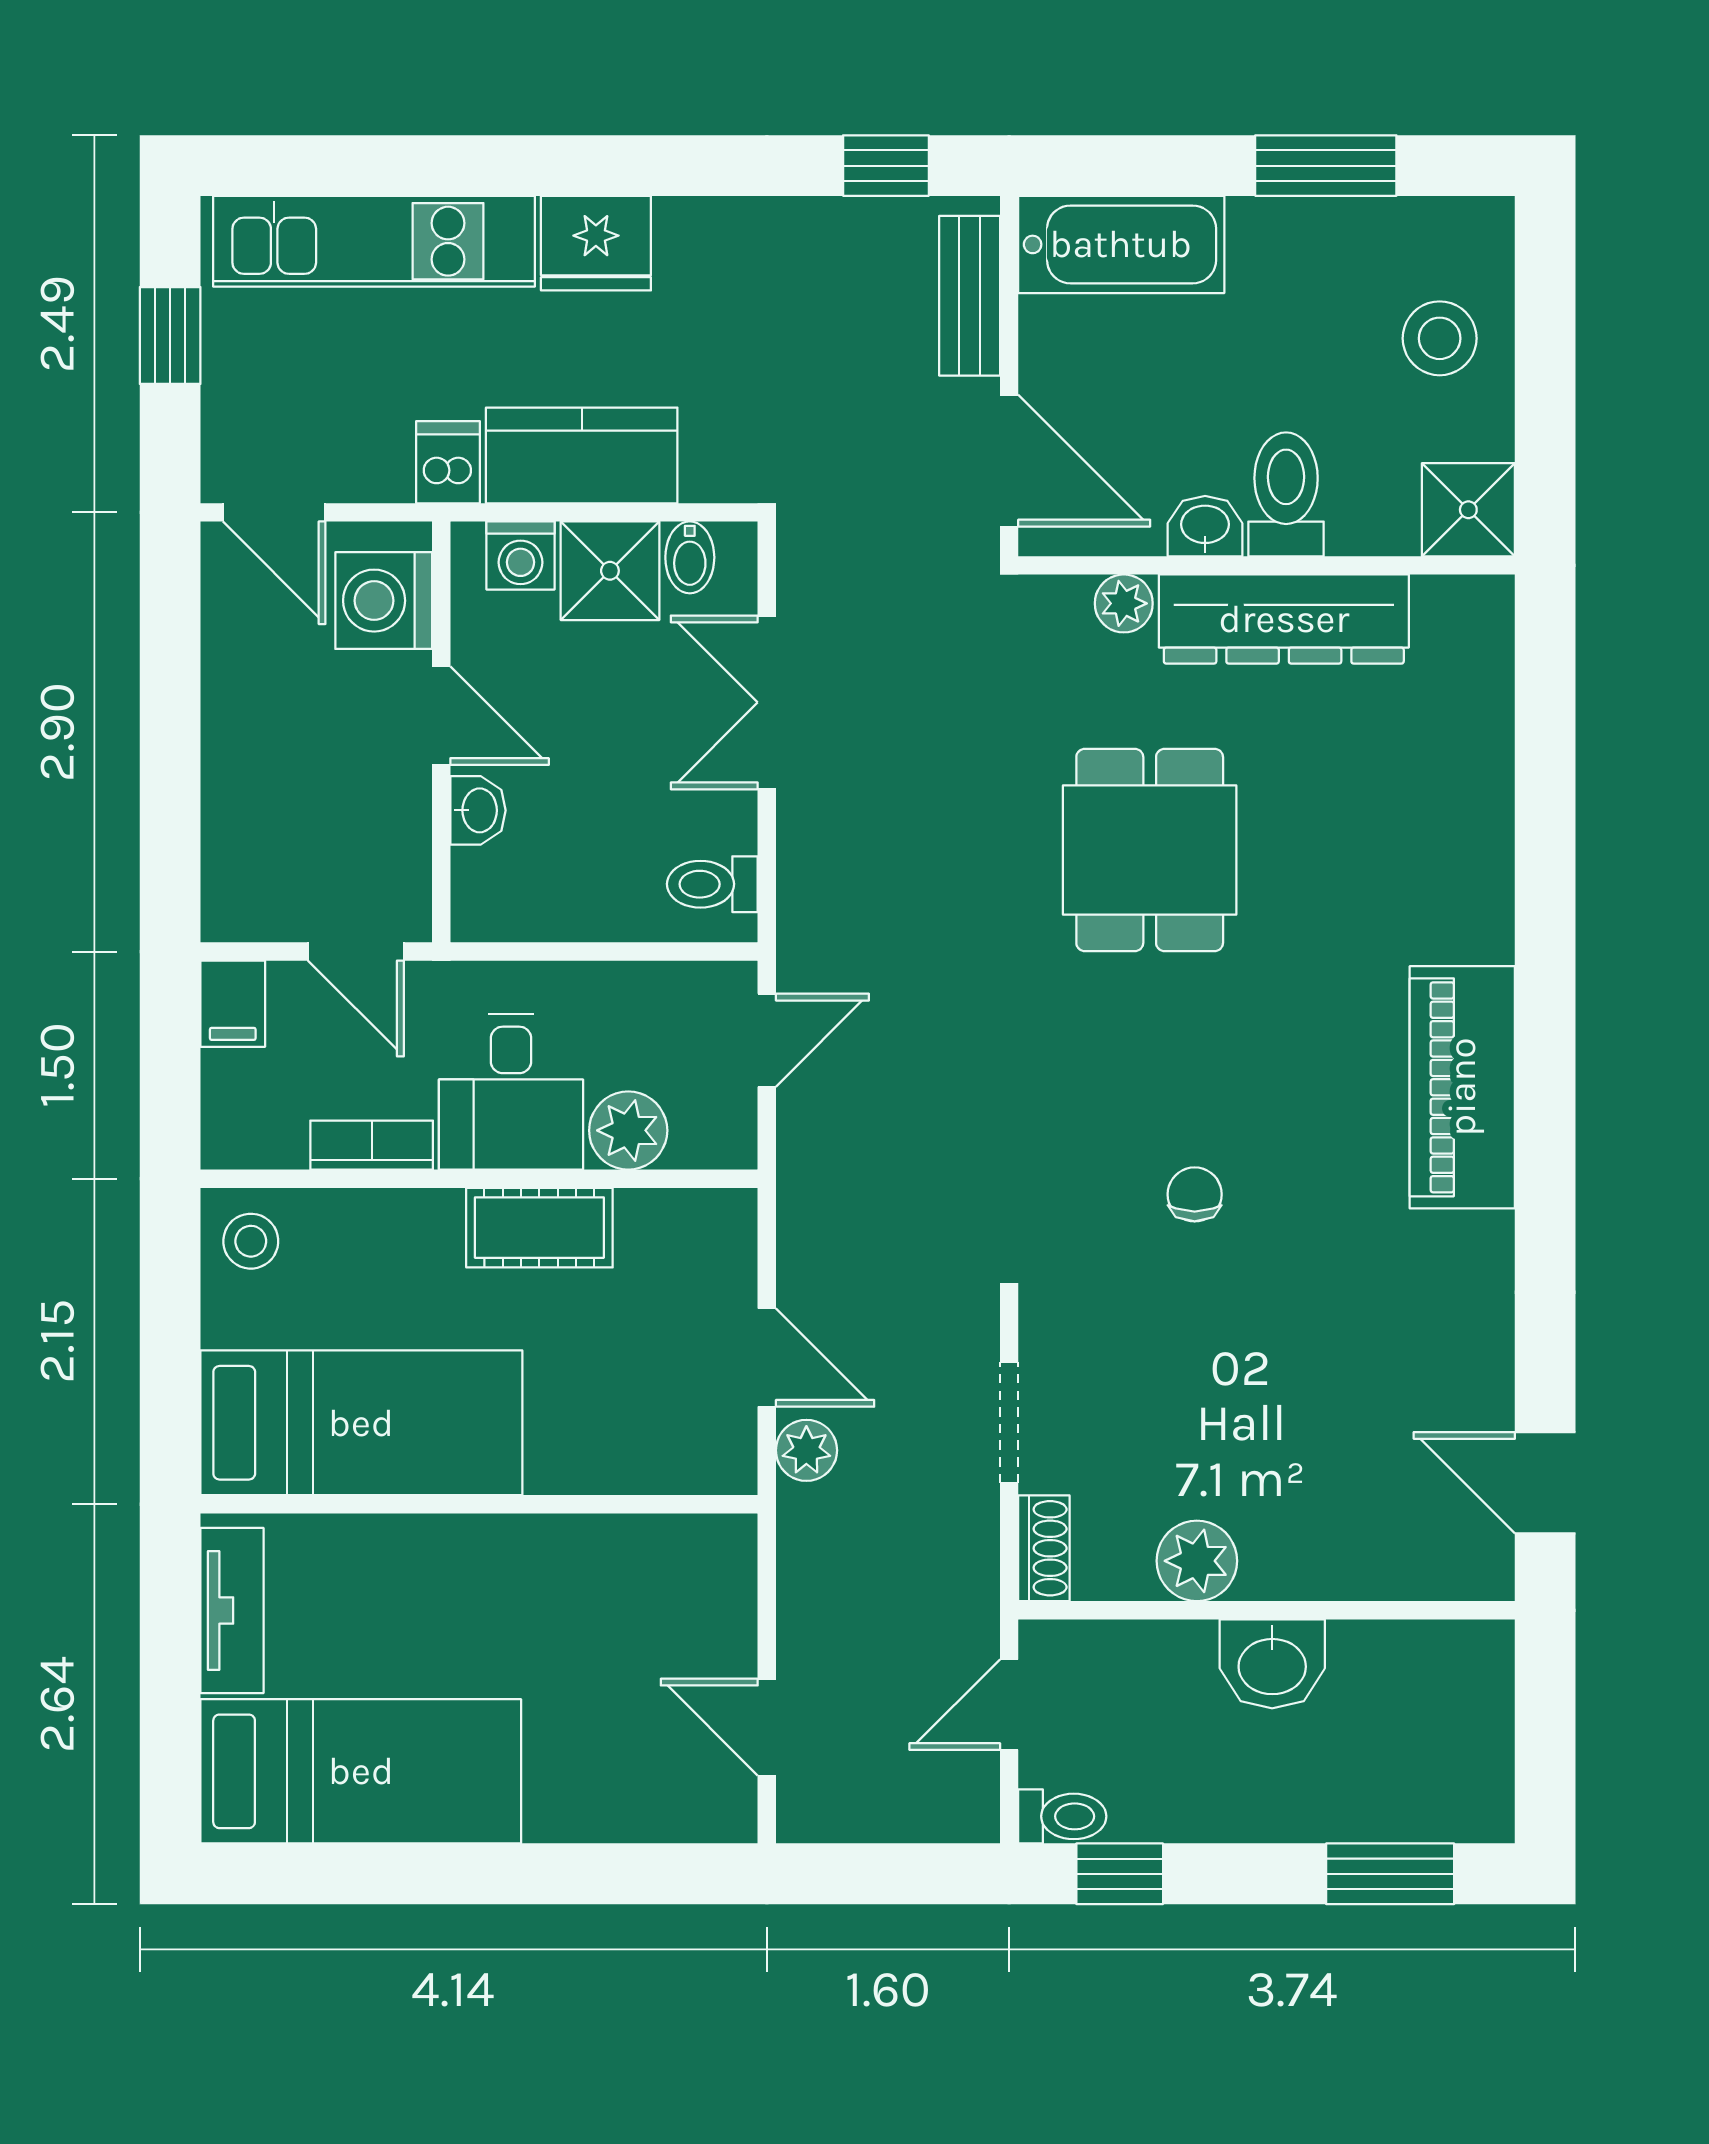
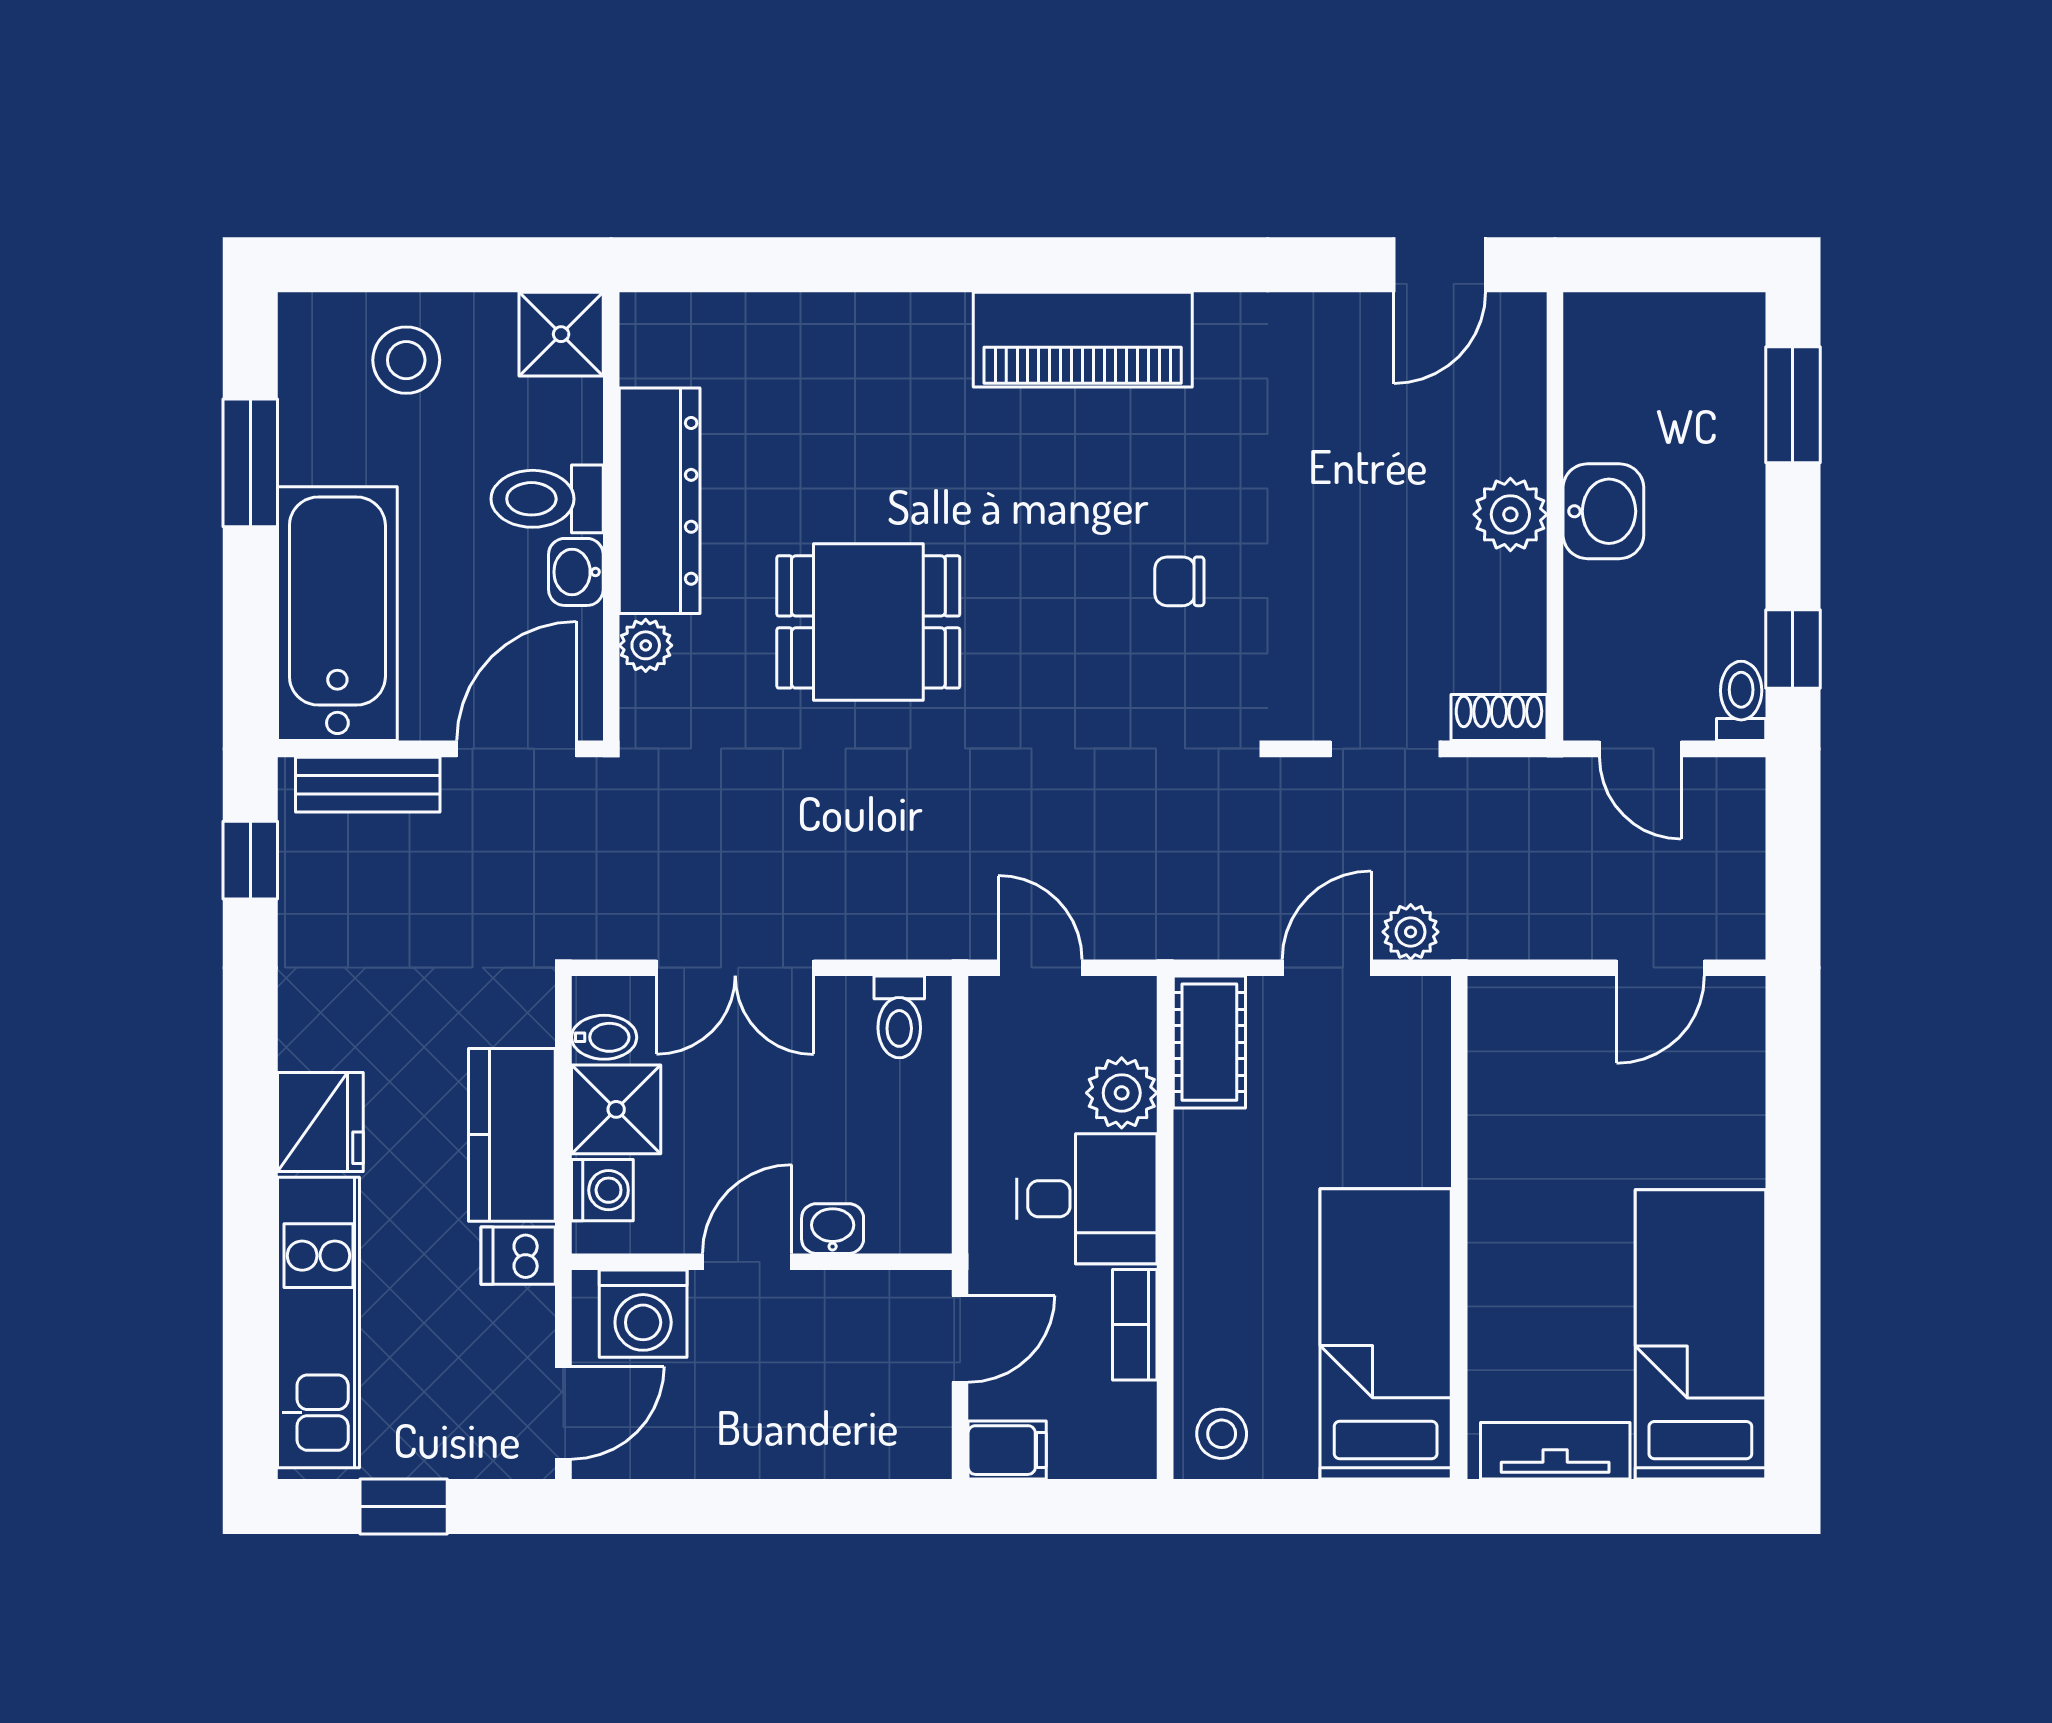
bathtub: (1121, 244) -> (337, 614), width x1.36, depth x1.36
cot: (539, 1228) -> (1209, 1042), moved
plant: (1197, 1561) -> (1510, 514), moved

